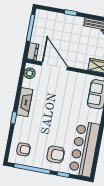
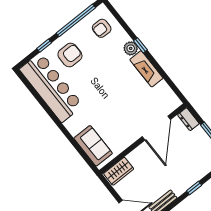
door: (55, 66) -> (156, 128), hinge flipped
plant: (30, 73) -> (131, 48), moved
armchair: (56, 154) -> (70, 55), turned 180

